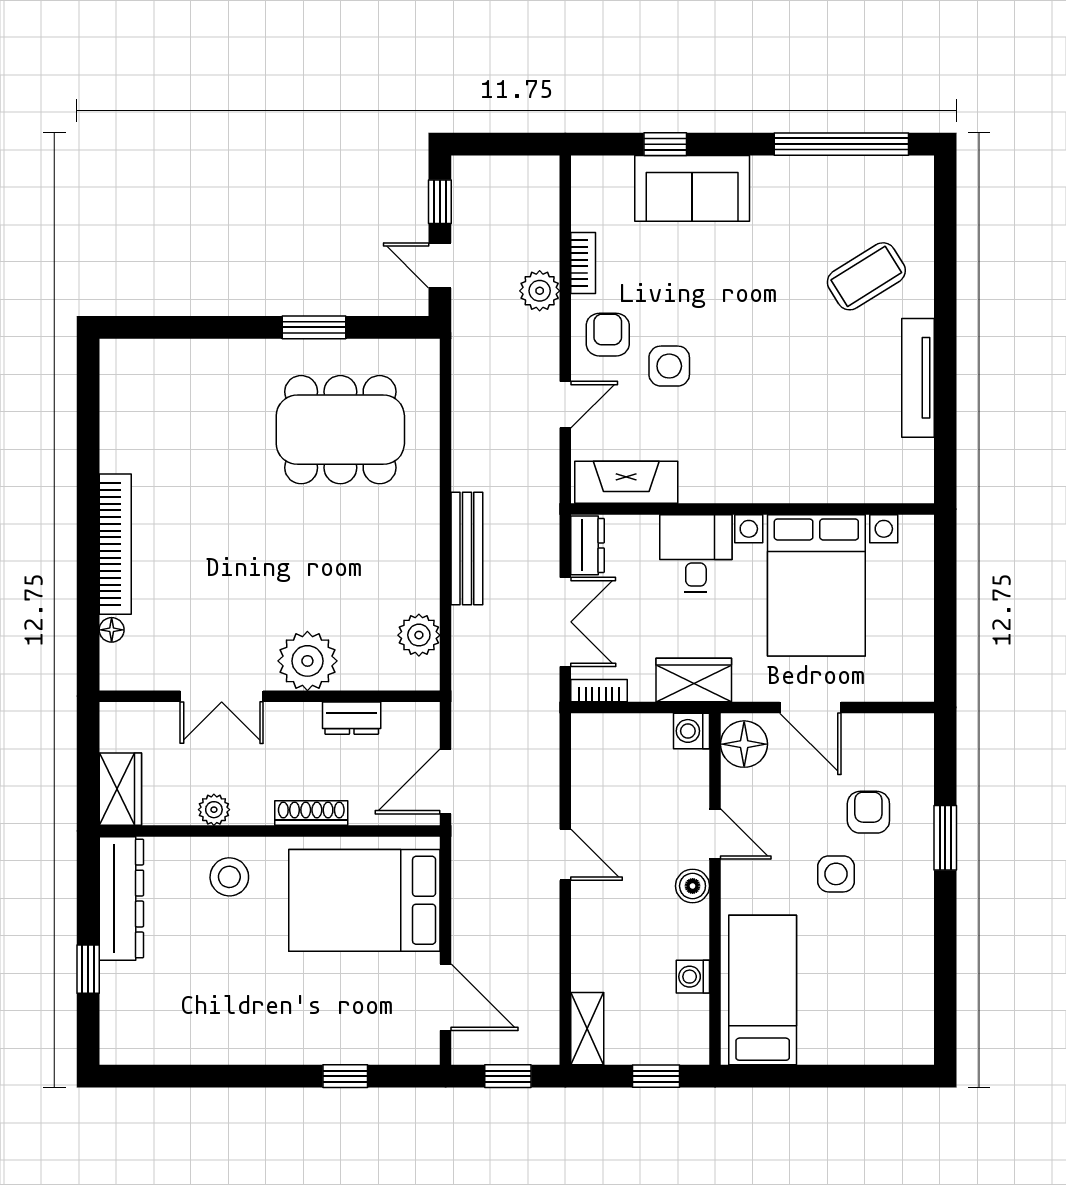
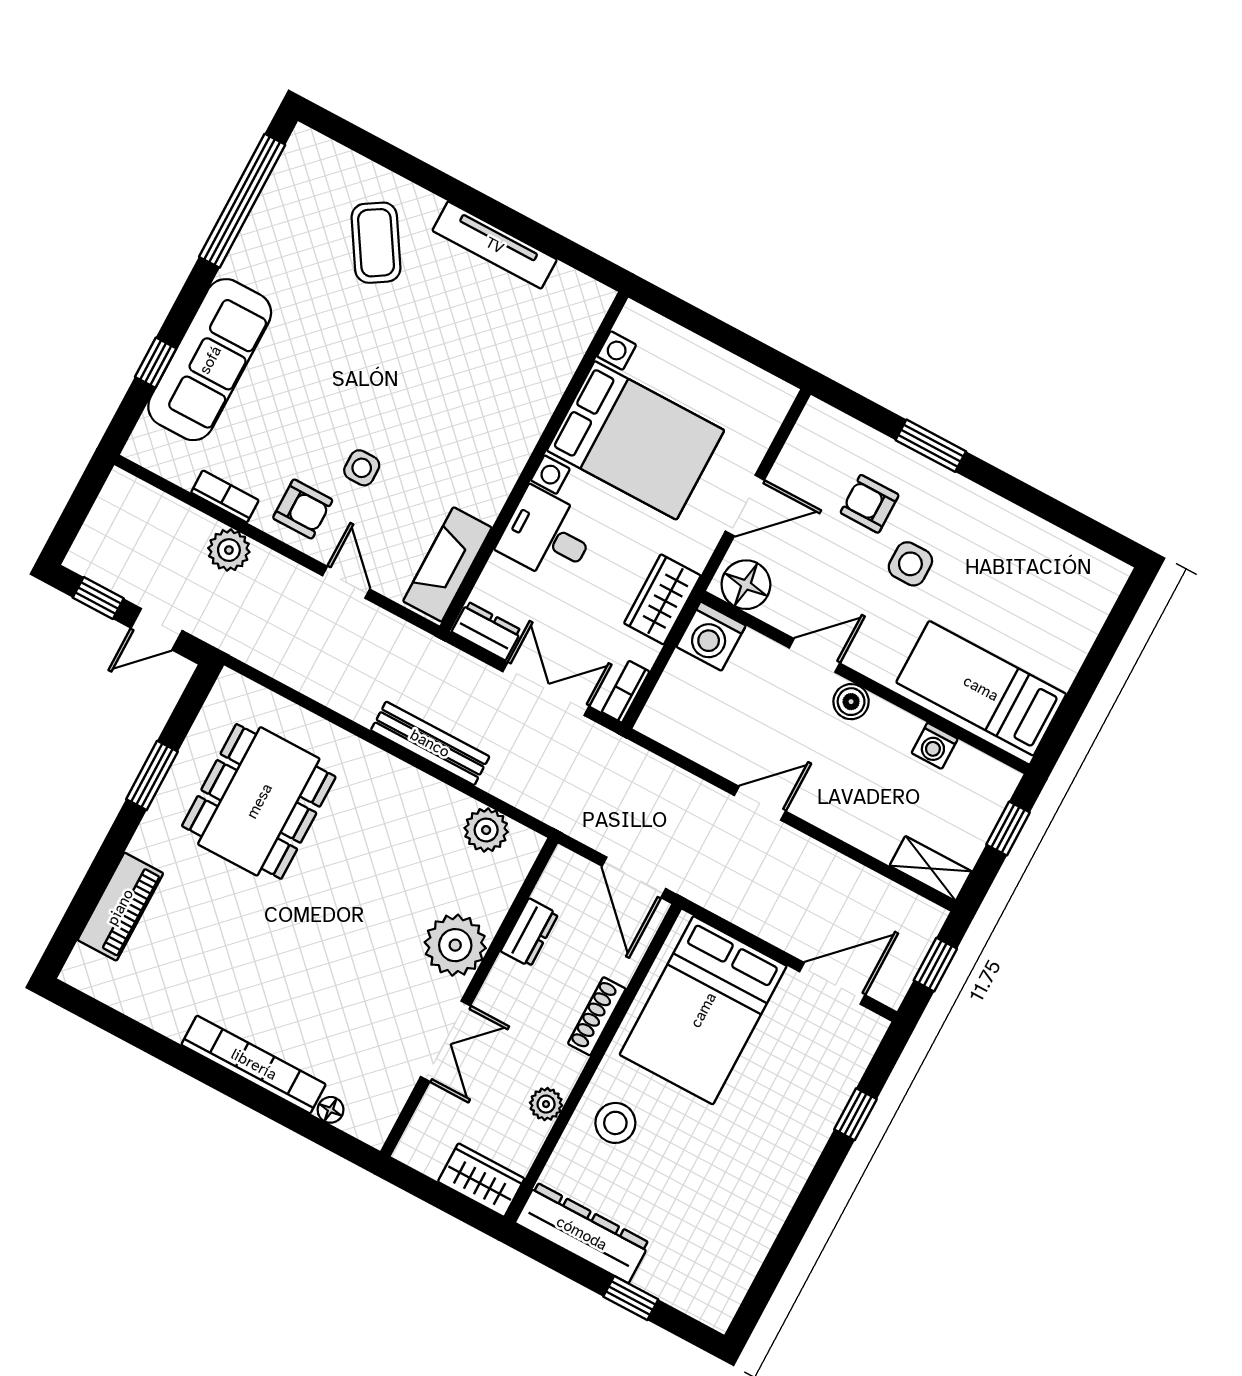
sofa: (692, 188) -> (210, 360), width x1.36
armchair: (608, 335) -> (303, 509), turned 180
piano: (189, 360) -> (120, 907), added
side table: (669, 366) -> (362, 468), width x0.73, depth x0.73
washing machine: (691, 731) -> (711, 636), width x1.38, depth x1.38

